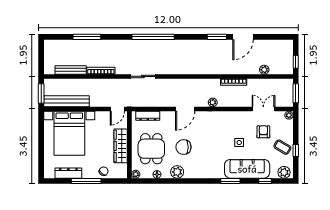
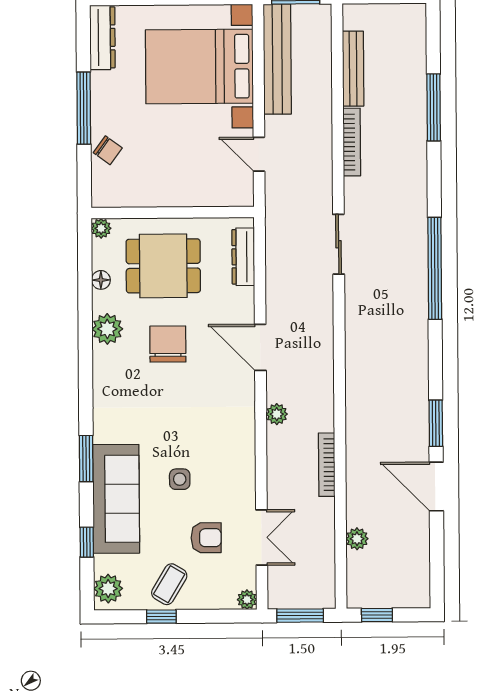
door: (117, 109) -> (259, 154), moved
wardrobe: (121, 146) -> (170, 191), removed
dresser: (68, 173) -> (102, 37), moved

